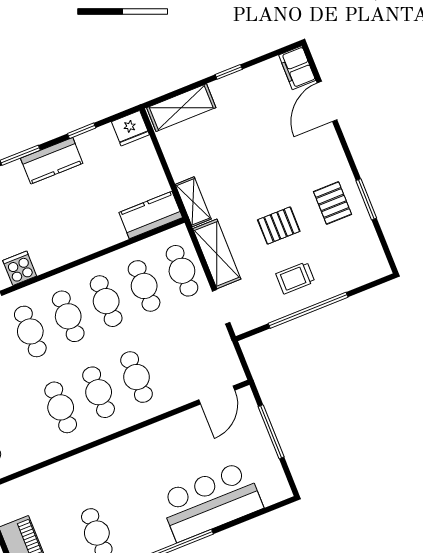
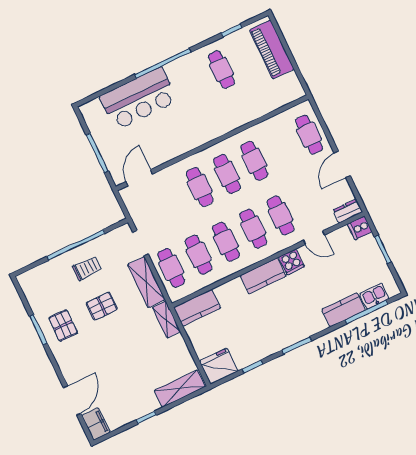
fridge: (130, 128) -> (219, 366), width x1.36, depth x1.34
kitchen counter: (52, 161) -> (263, 276), moved, turned 180

